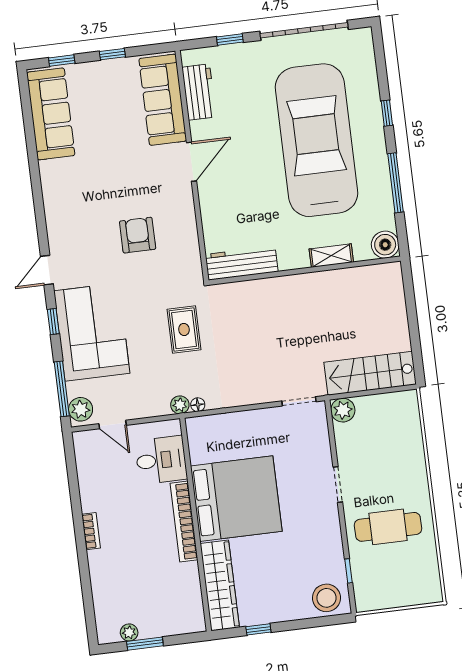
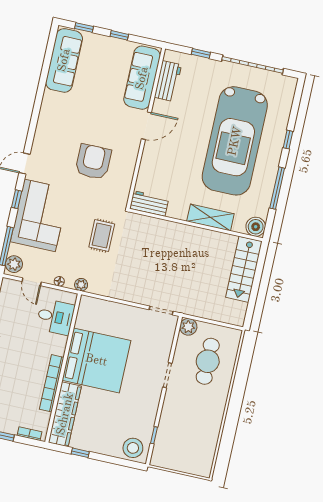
car: (316, 140) -> (235, 141), turned 180
armchair: (138, 235) -> (93, 162), width x1.36, depth x1.36
shelving: (331, 256) -> (210, 217), width x1.50, depth x1.33
workbench: (242, 263) -> (149, 203), width x0.73
stairs: (370, 373) -> (244, 269), moved, turned -90
floor lamp: (198, 405) -> (59, 281), moved
bookcase: (184, 522) -> (52, 383), moved
cafe table: (388, 527) -> (208, 361), moved, turned 90
bookcase: (182, 628) -> (30, 434), added

